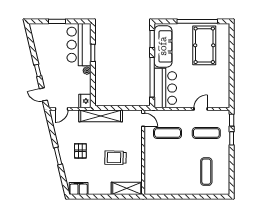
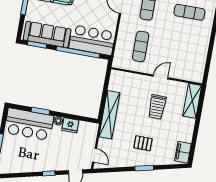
fridge: (85, 101) -> (70, 125), moved
door: (143, 120) -> (161, 77), moved

